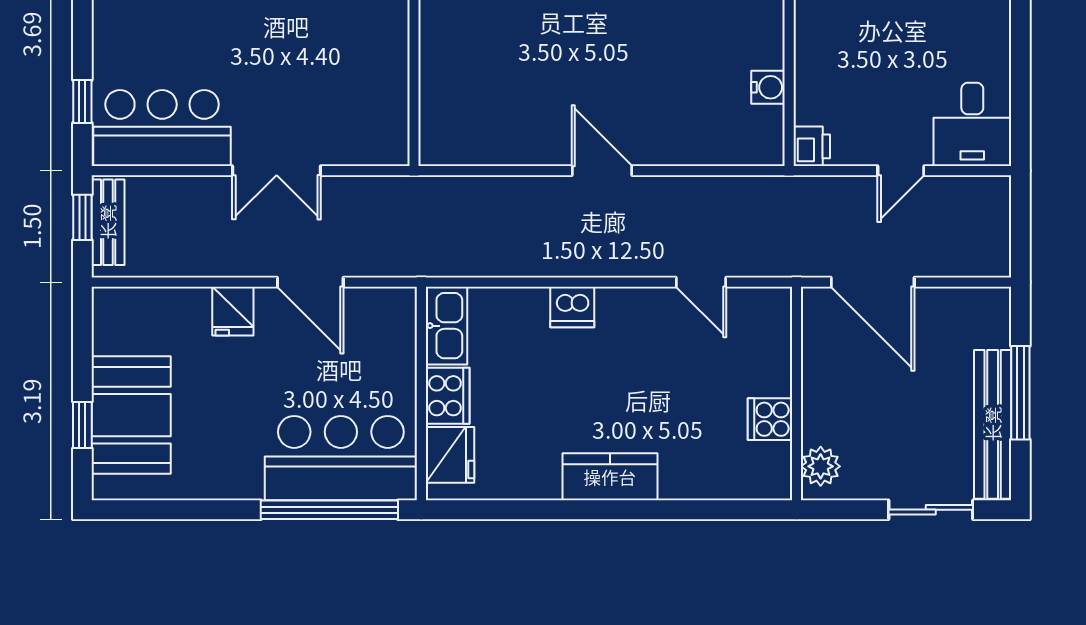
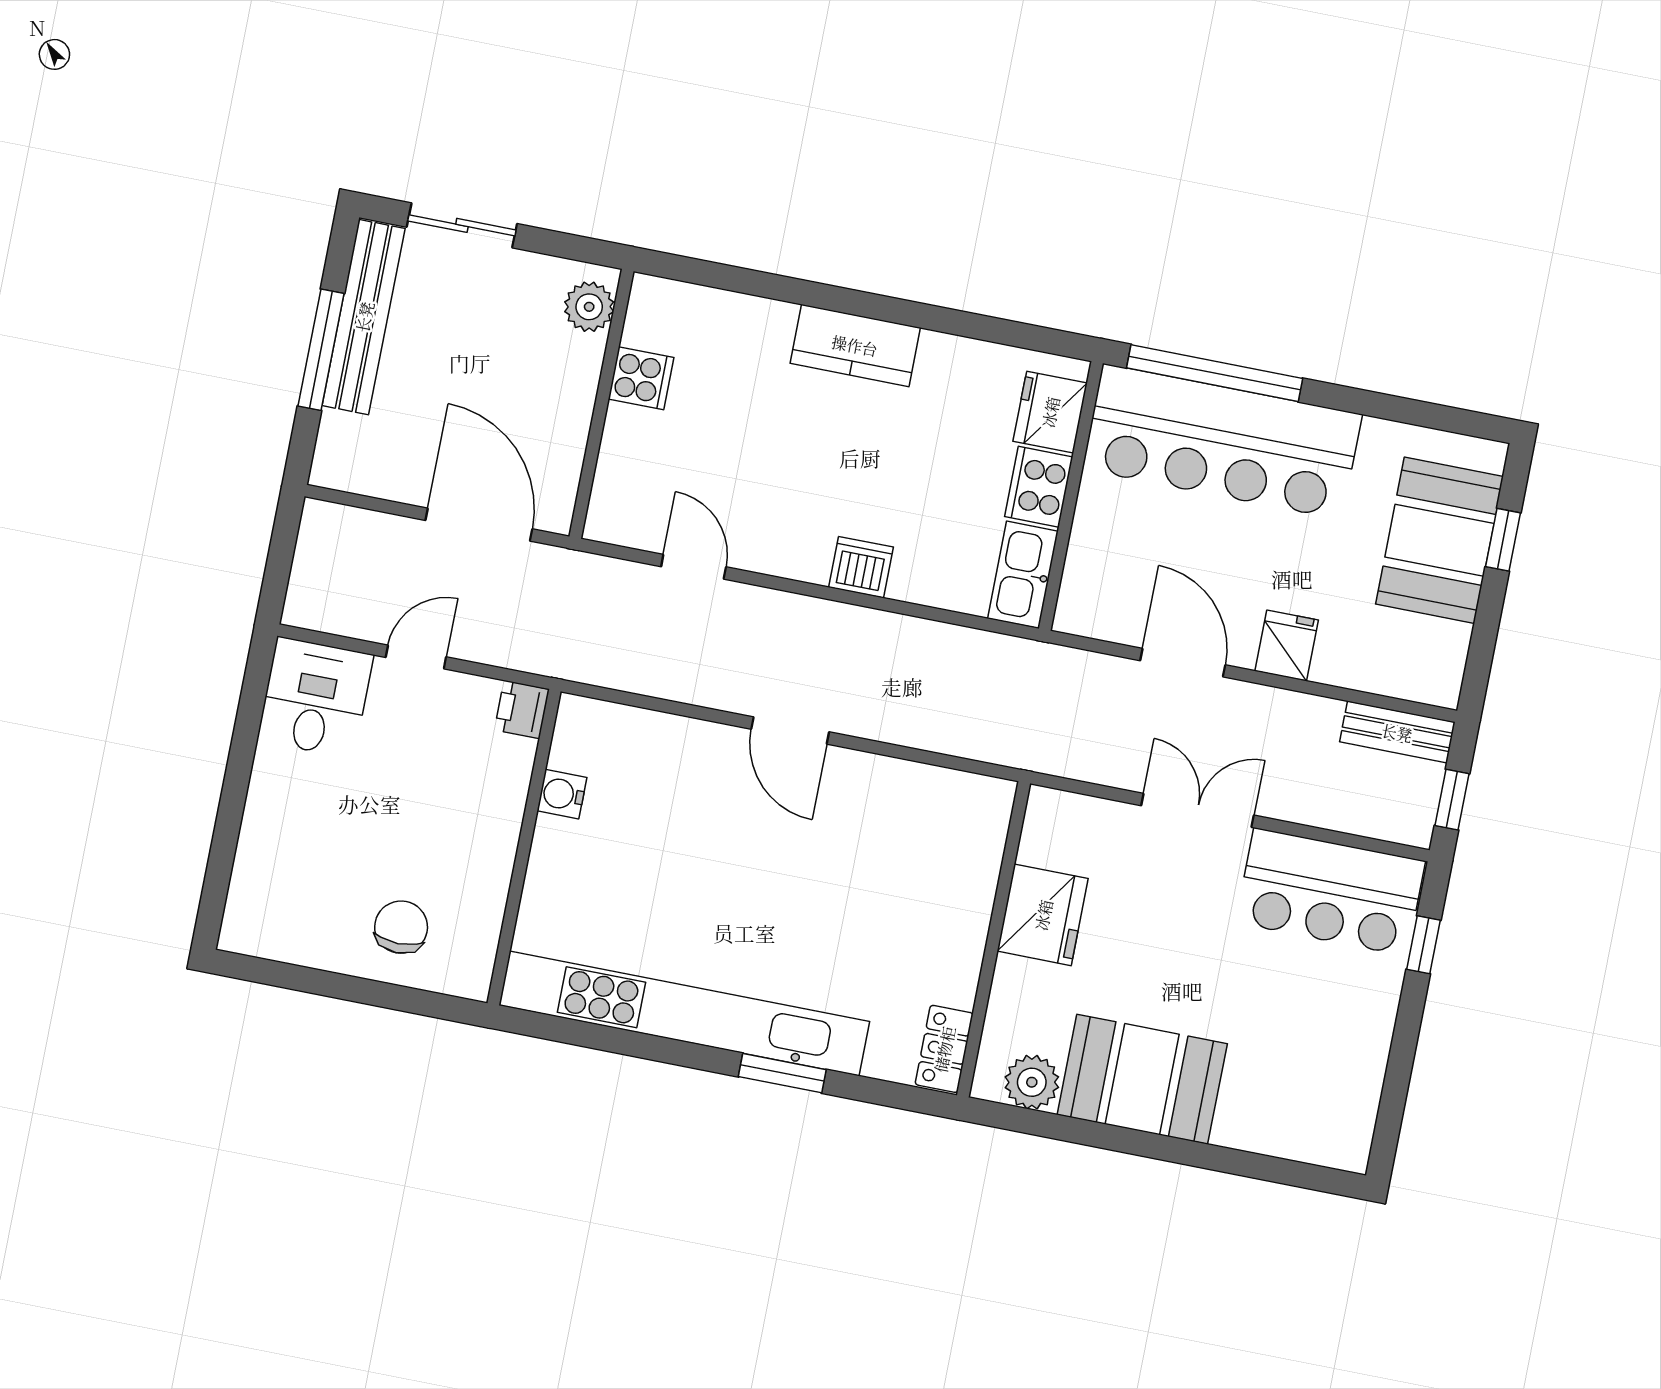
fridge: (380, 67) -> (1043, 915), added
bench: (108, 222) -> (1397, 732), moved, turned 90
bar counter: (341, 458) -> (1222, 442), width x1.36

